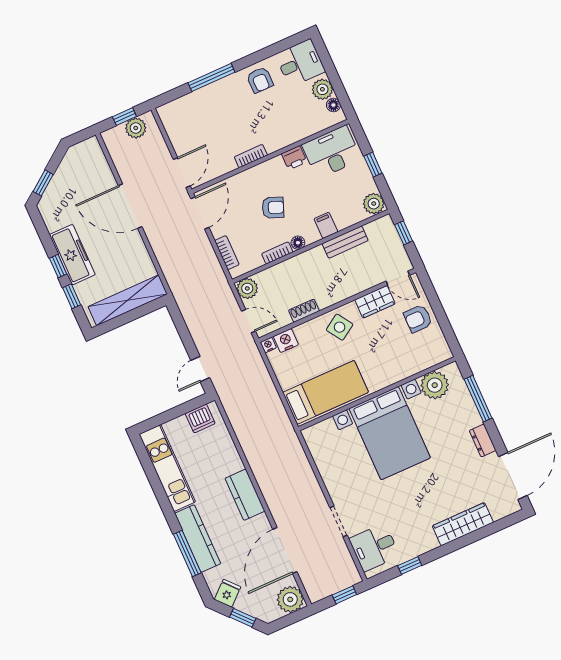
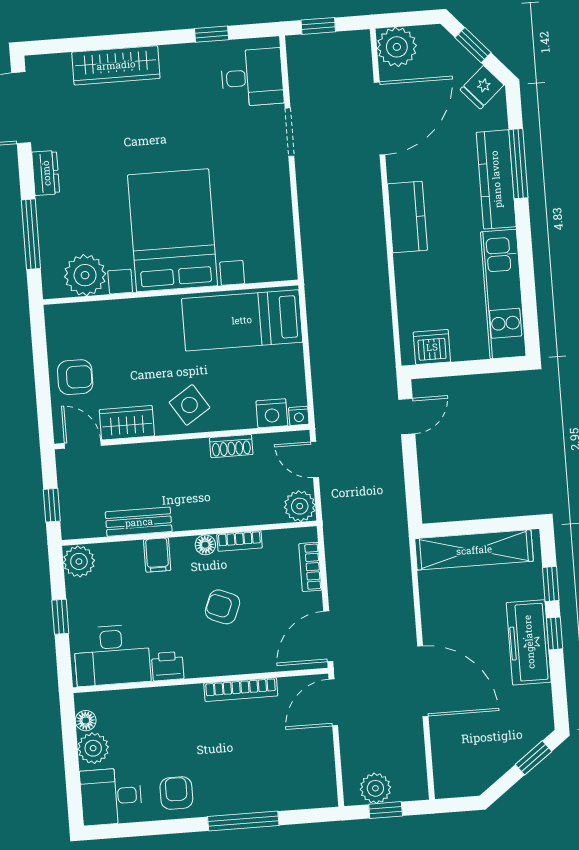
bookcase: (251, 156) -> (241, 690), width x1.56

